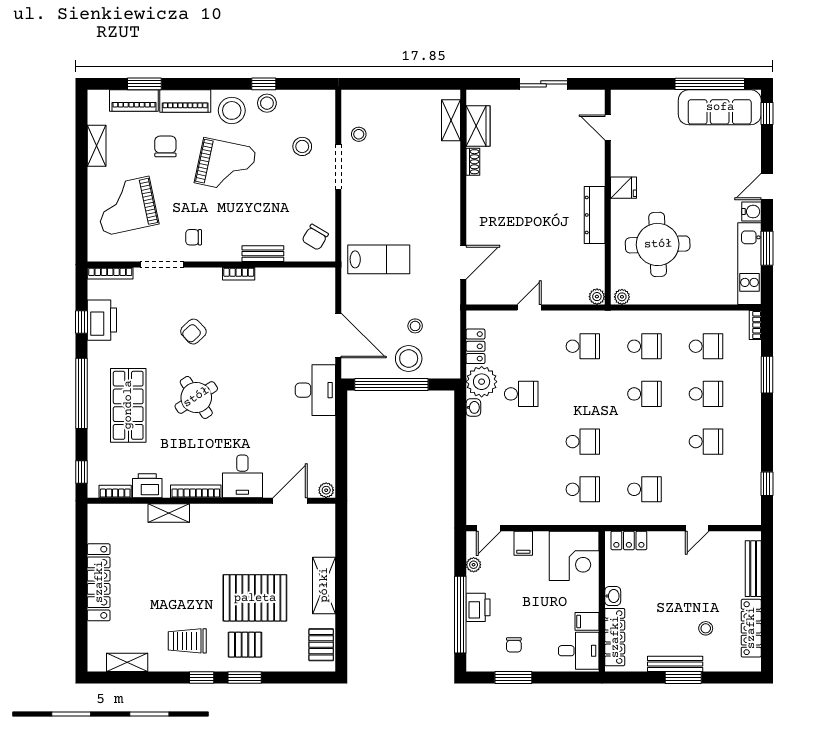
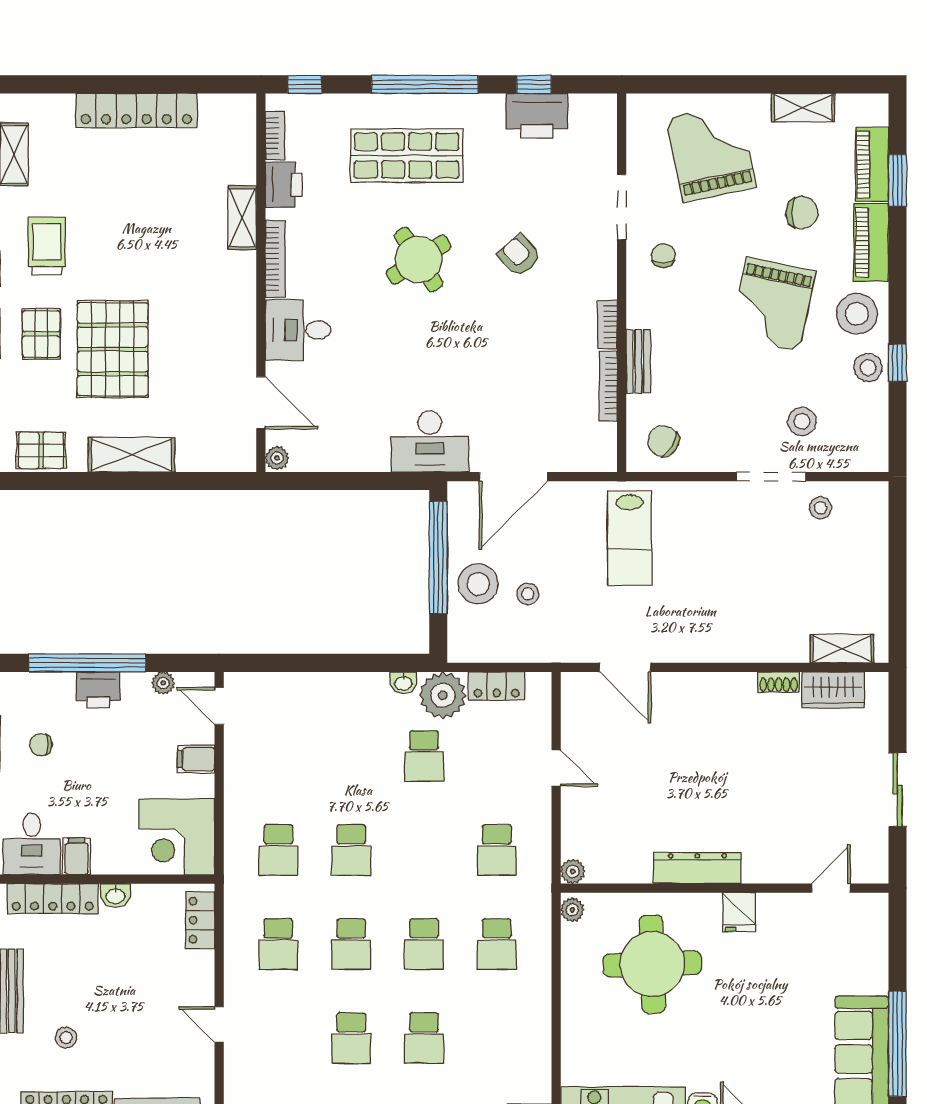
bookcase: (110, 273) -> (608, 386), moved
school desk: (706, 346) -> (351, 944), moved

